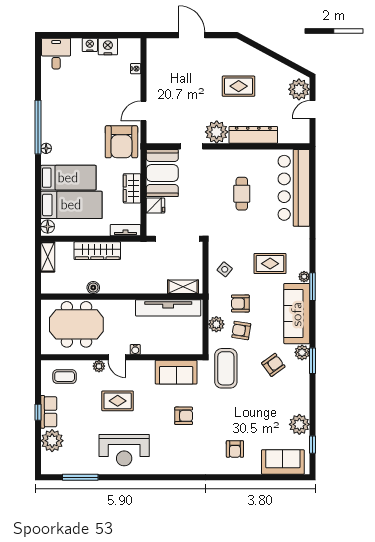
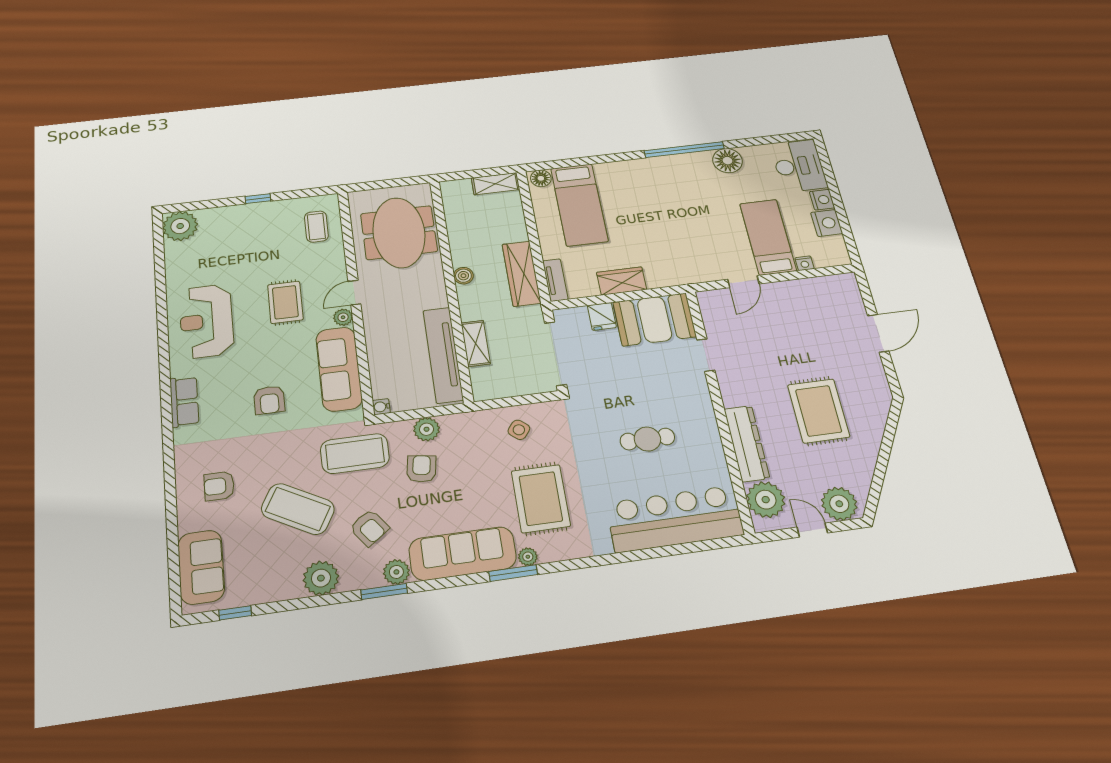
desk: (56, 54) -> (799, 166), width x1.37
rug: (239, 86) -> (819, 411), width x1.36, depth x1.43
door: (143, 111) -> (743, 282), swing flipped
plant: (217, 132) -> (766, 500), moved
armchair: (121, 142) -> (689, 258), removed
floor lamp: (46, 148) -> (728, 161), moved, width x1.89, depth x1.89
bed: (68, 178) -> (768, 237), moved, turned 180
wardrobe: (97, 251) -> (522, 274), moved
rug: (270, 264) -> (541, 498), width x1.36, depth x1.43
shelving: (183, 287) -> (476, 343), moved
boiler: (93, 288) -> (463, 276), moved
armchair: (240, 303) -> (466, 461), removed
water cooler: (135, 349) -> (381, 407), moved
plant: (99, 366) -> (343, 317), moved
sofa: (176, 372) -> (339, 369), width x1.36
coffee table: (256, 405) -> (298, 509), added
row of seats: (49, 412) -> (184, 402), moved, turned -90
plant: (299, 424) -> (321, 578), moved
plant: (52, 441) -> (180, 226), moved
window: (80, 477) -> (160, 266), removed

